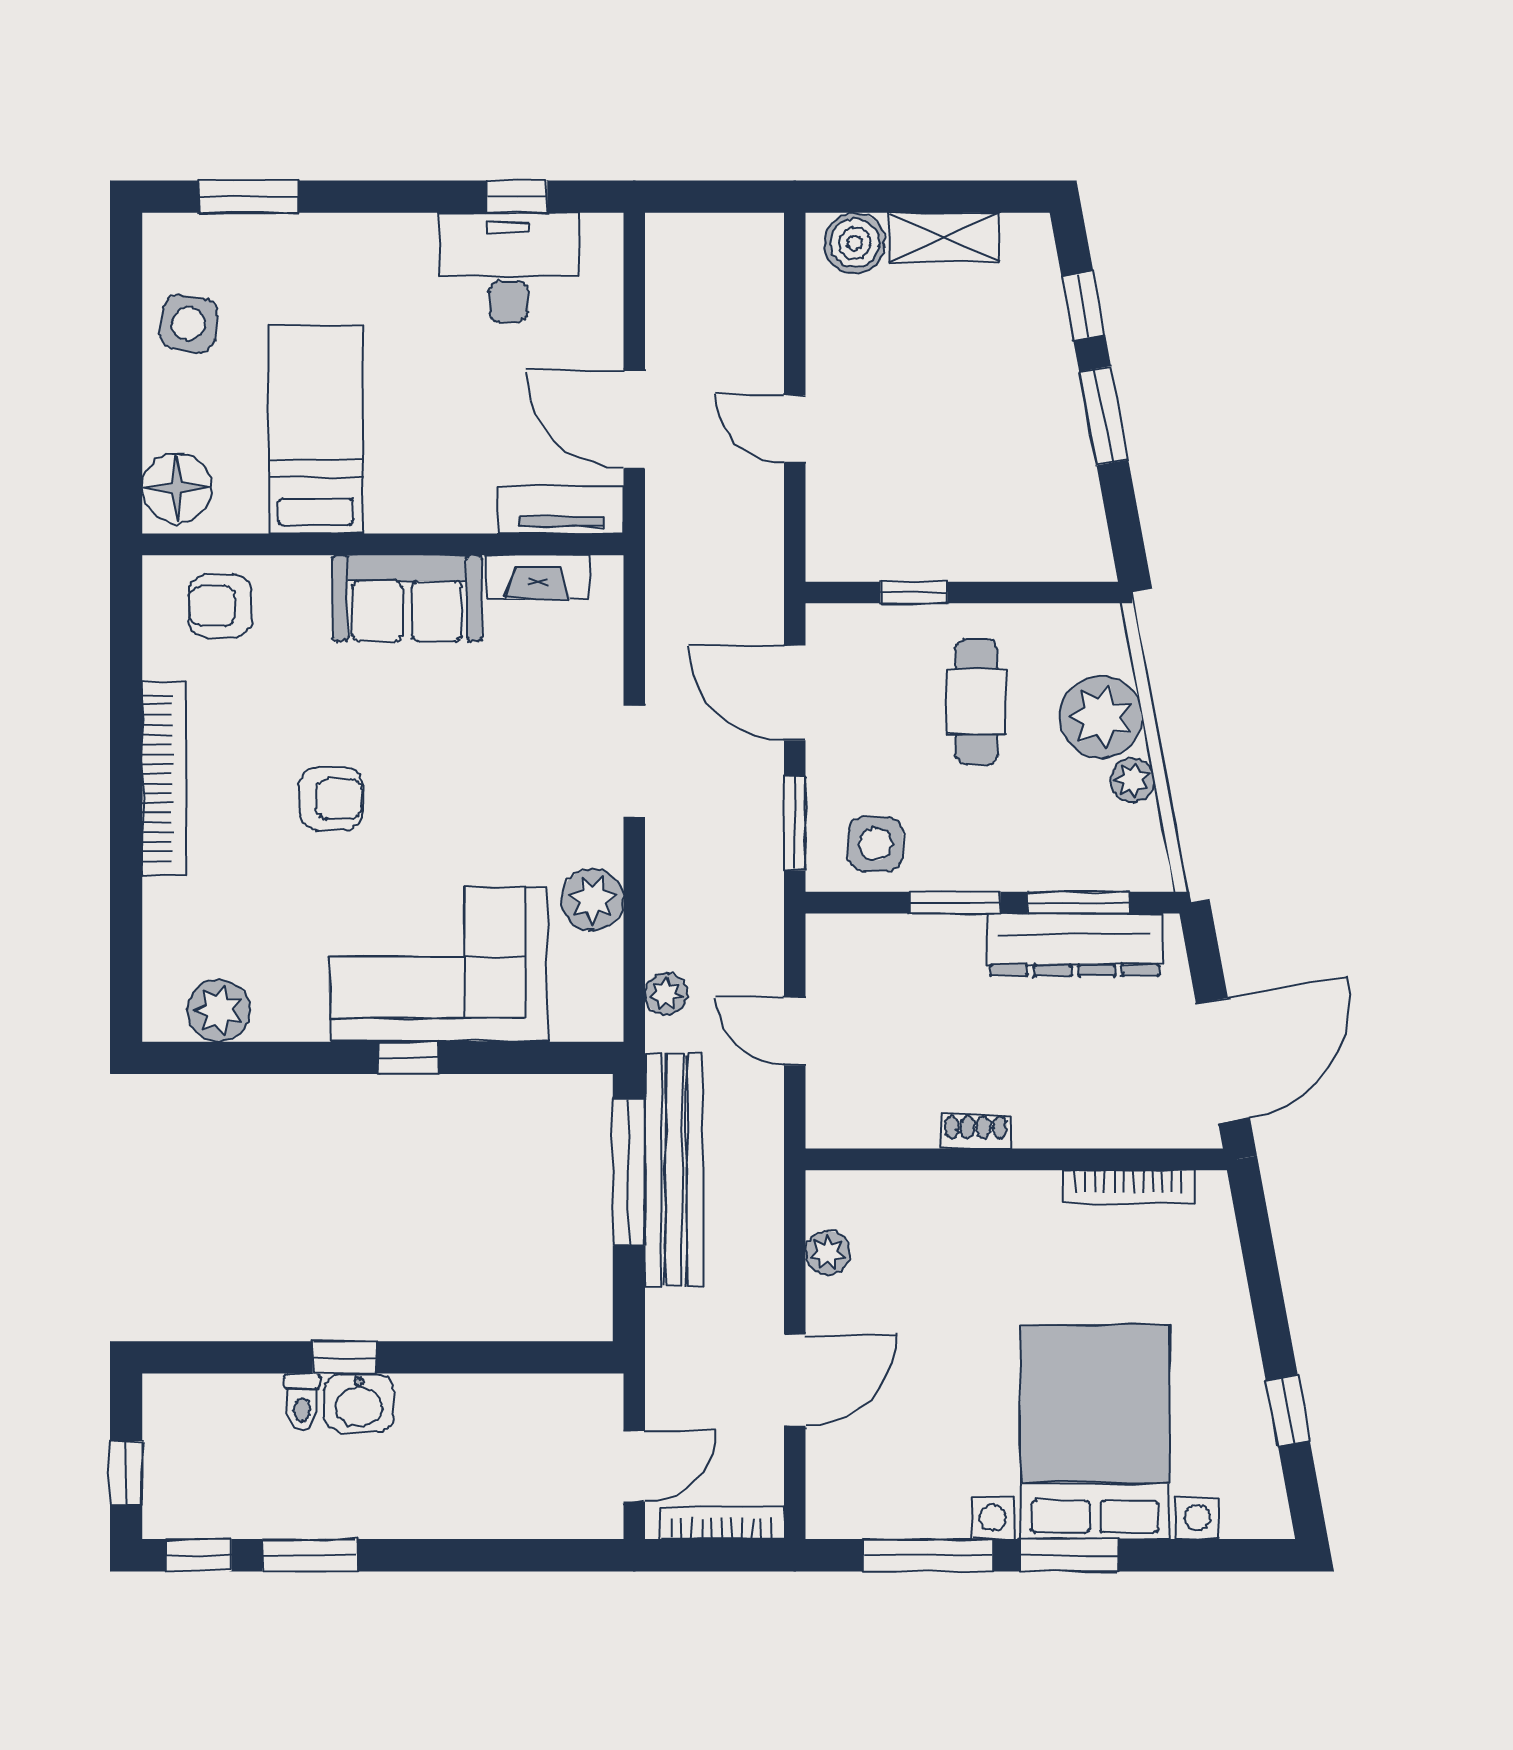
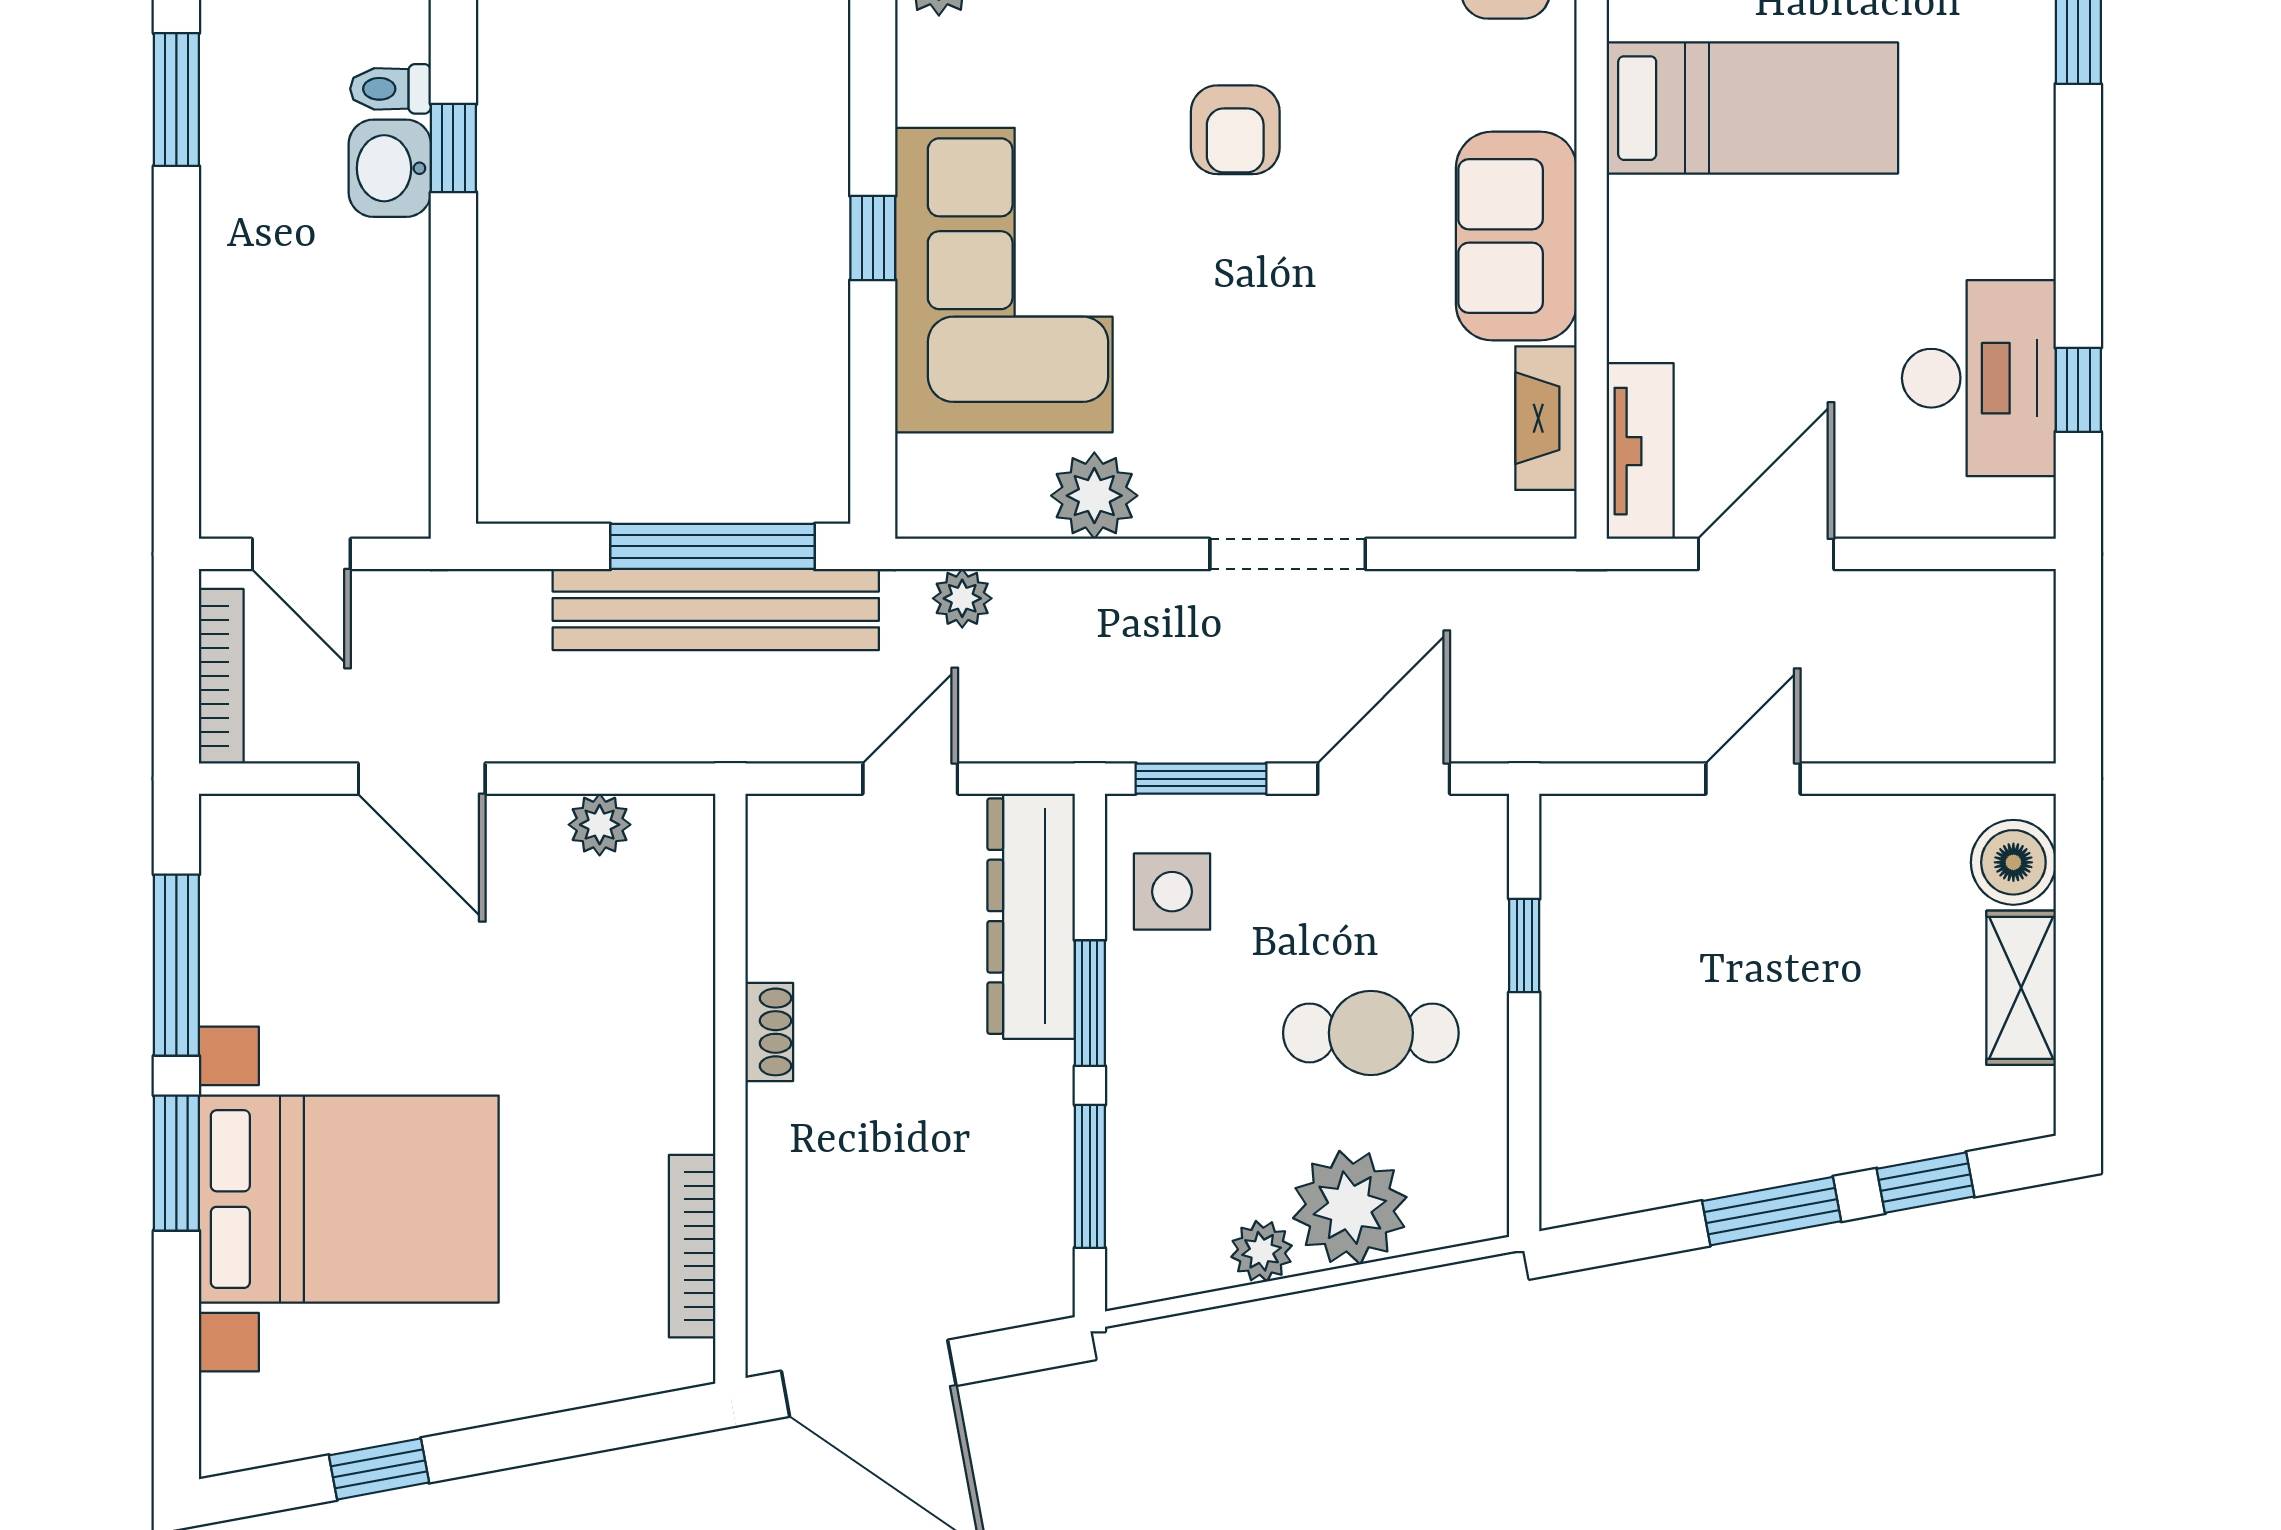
dresser: (1075, 945) -> (1031, 916), moved

